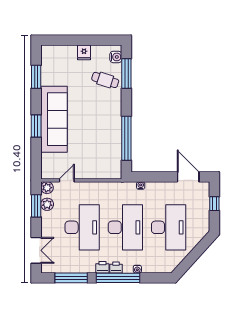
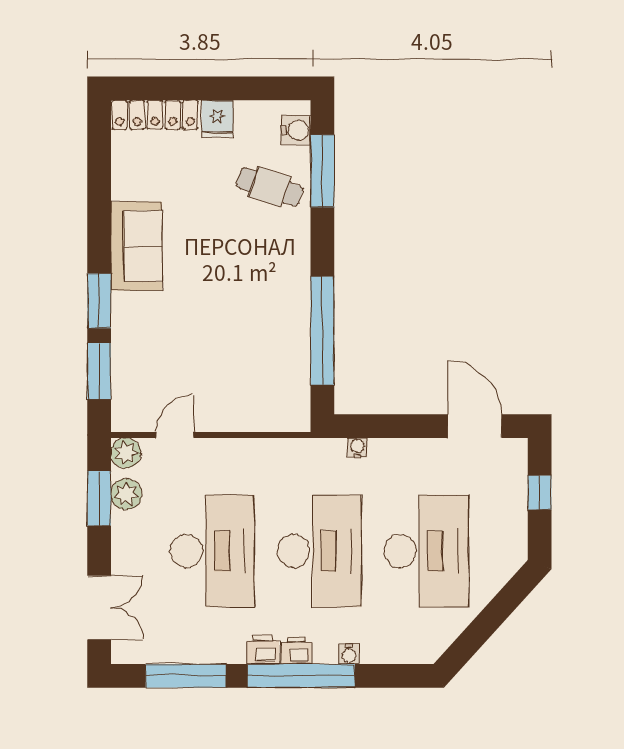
locker: (59, 51) -> (155, 115), added
window: (36, 77) -> (99, 371), moved
sofa: (54, 119) -> (136, 246), width x0.54, depth x0.79

